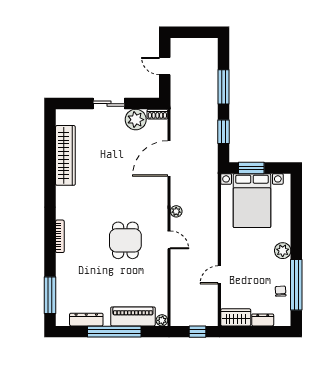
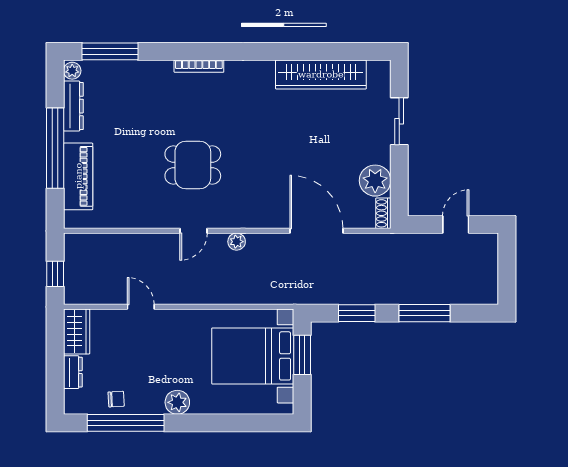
sliding door: (109, 104) -> (399, 121), moved
plant: (162, 320) -> (72, 71), moved

